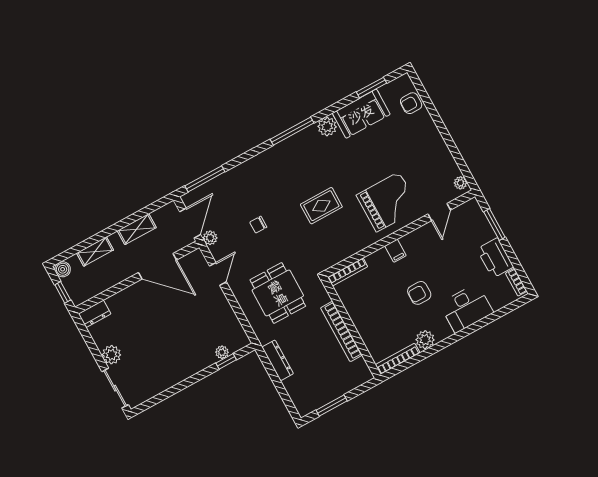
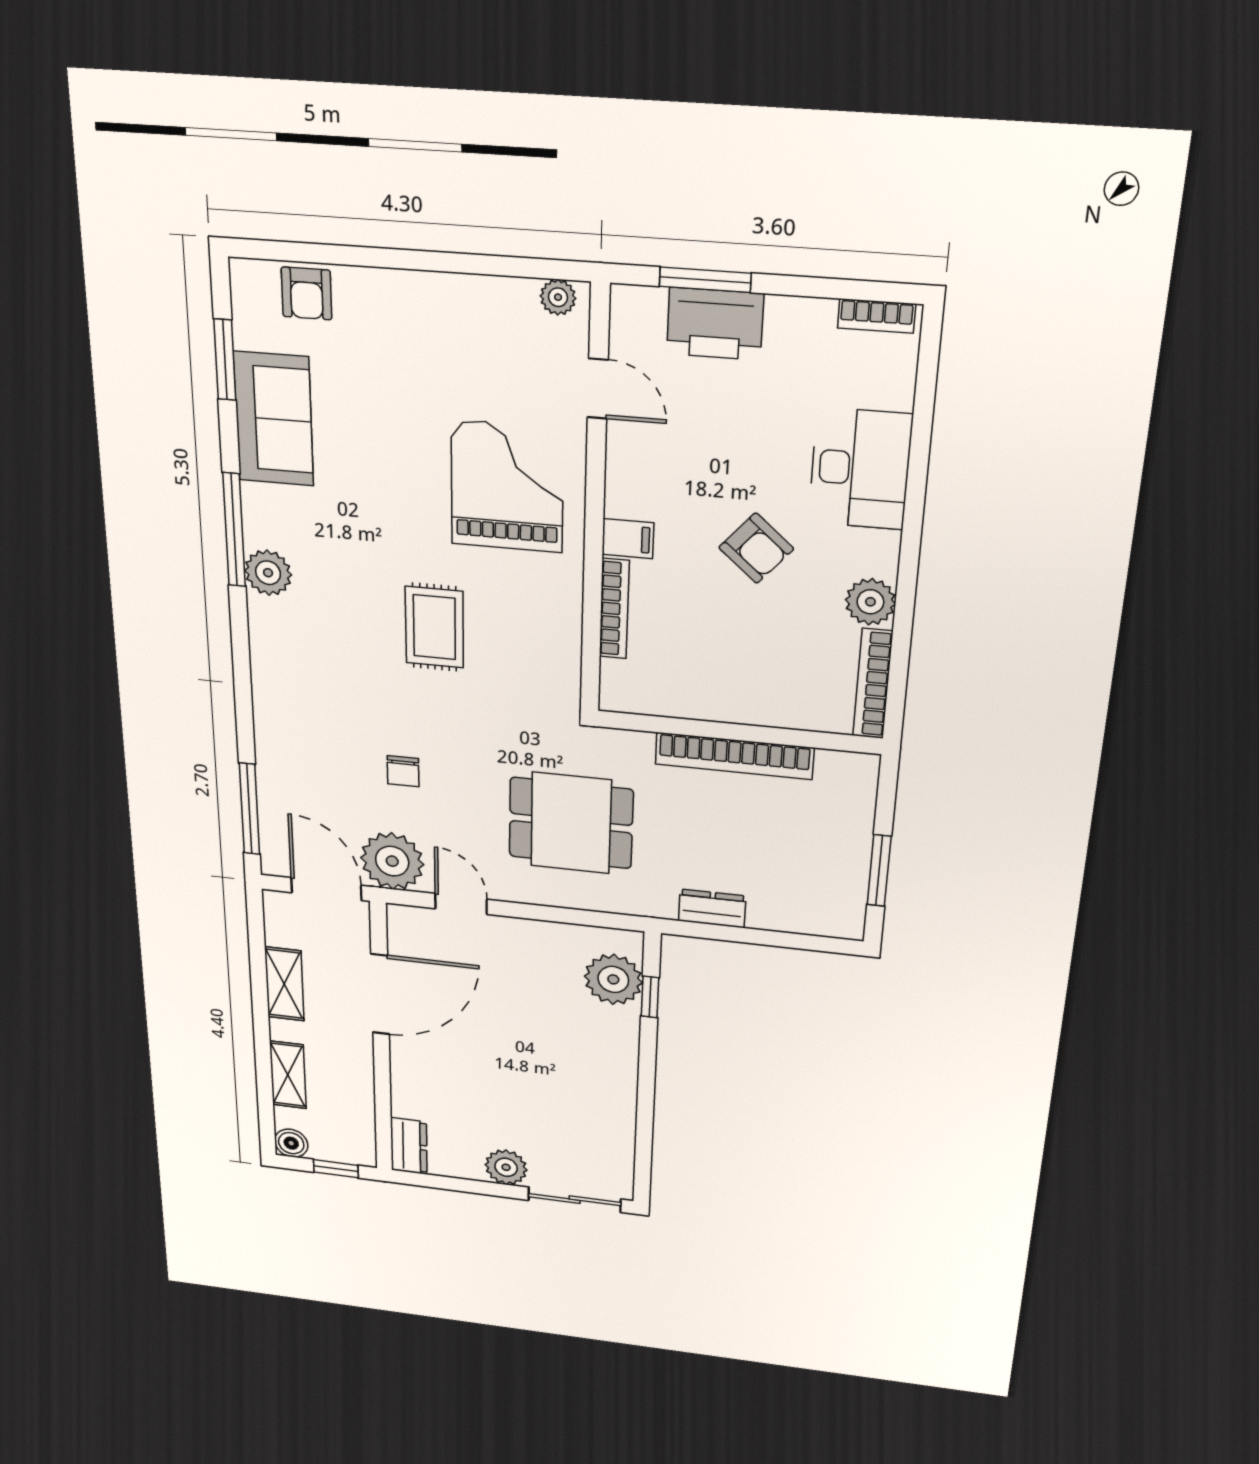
plant: (327, 127) -> (268, 573), moved
window: (292, 131) -> (234, 530), moved
plant: (210, 238) -> (392, 861), width x1.87, depth x1.87
printer: (495, 258) -> (715, 324), moved
bookcase: (348, 272) -> (614, 609), moved
armchair: (419, 293) -> (756, 548), turned -49
plant: (222, 352) -> (613, 979), width x1.88, depth x1.88
dresser: (278, 360) -> (712, 908), width x0.70

